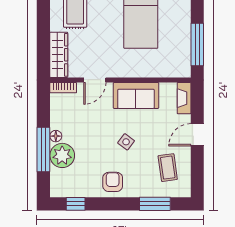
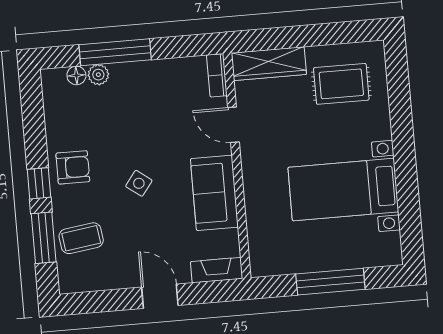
window: (197, 44) -> (330, 282), moved
floor lamp: (56, 136) -> (76, 75), moved
plant: (62, 155) -> (98, 75), width x0.53, depth x0.53
coffee table: (168, 168) -> (81, 238), moved
window: (76, 204) -> (39, 183), moved

